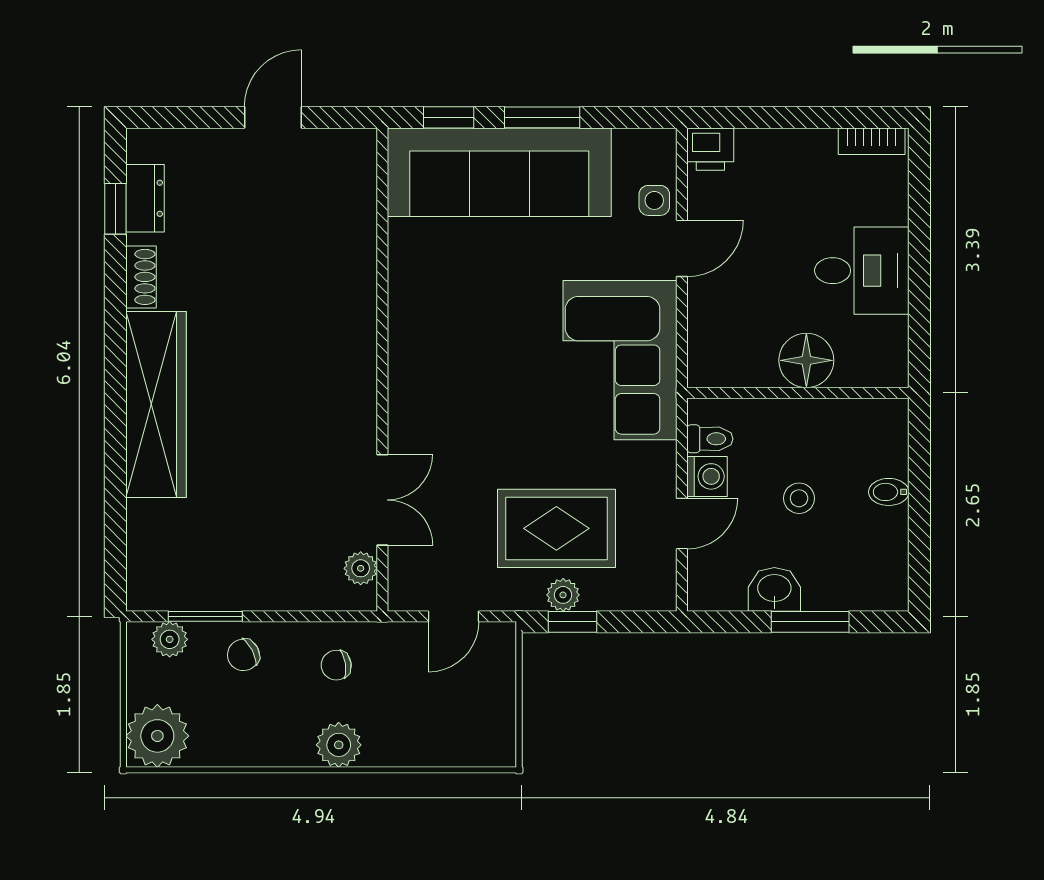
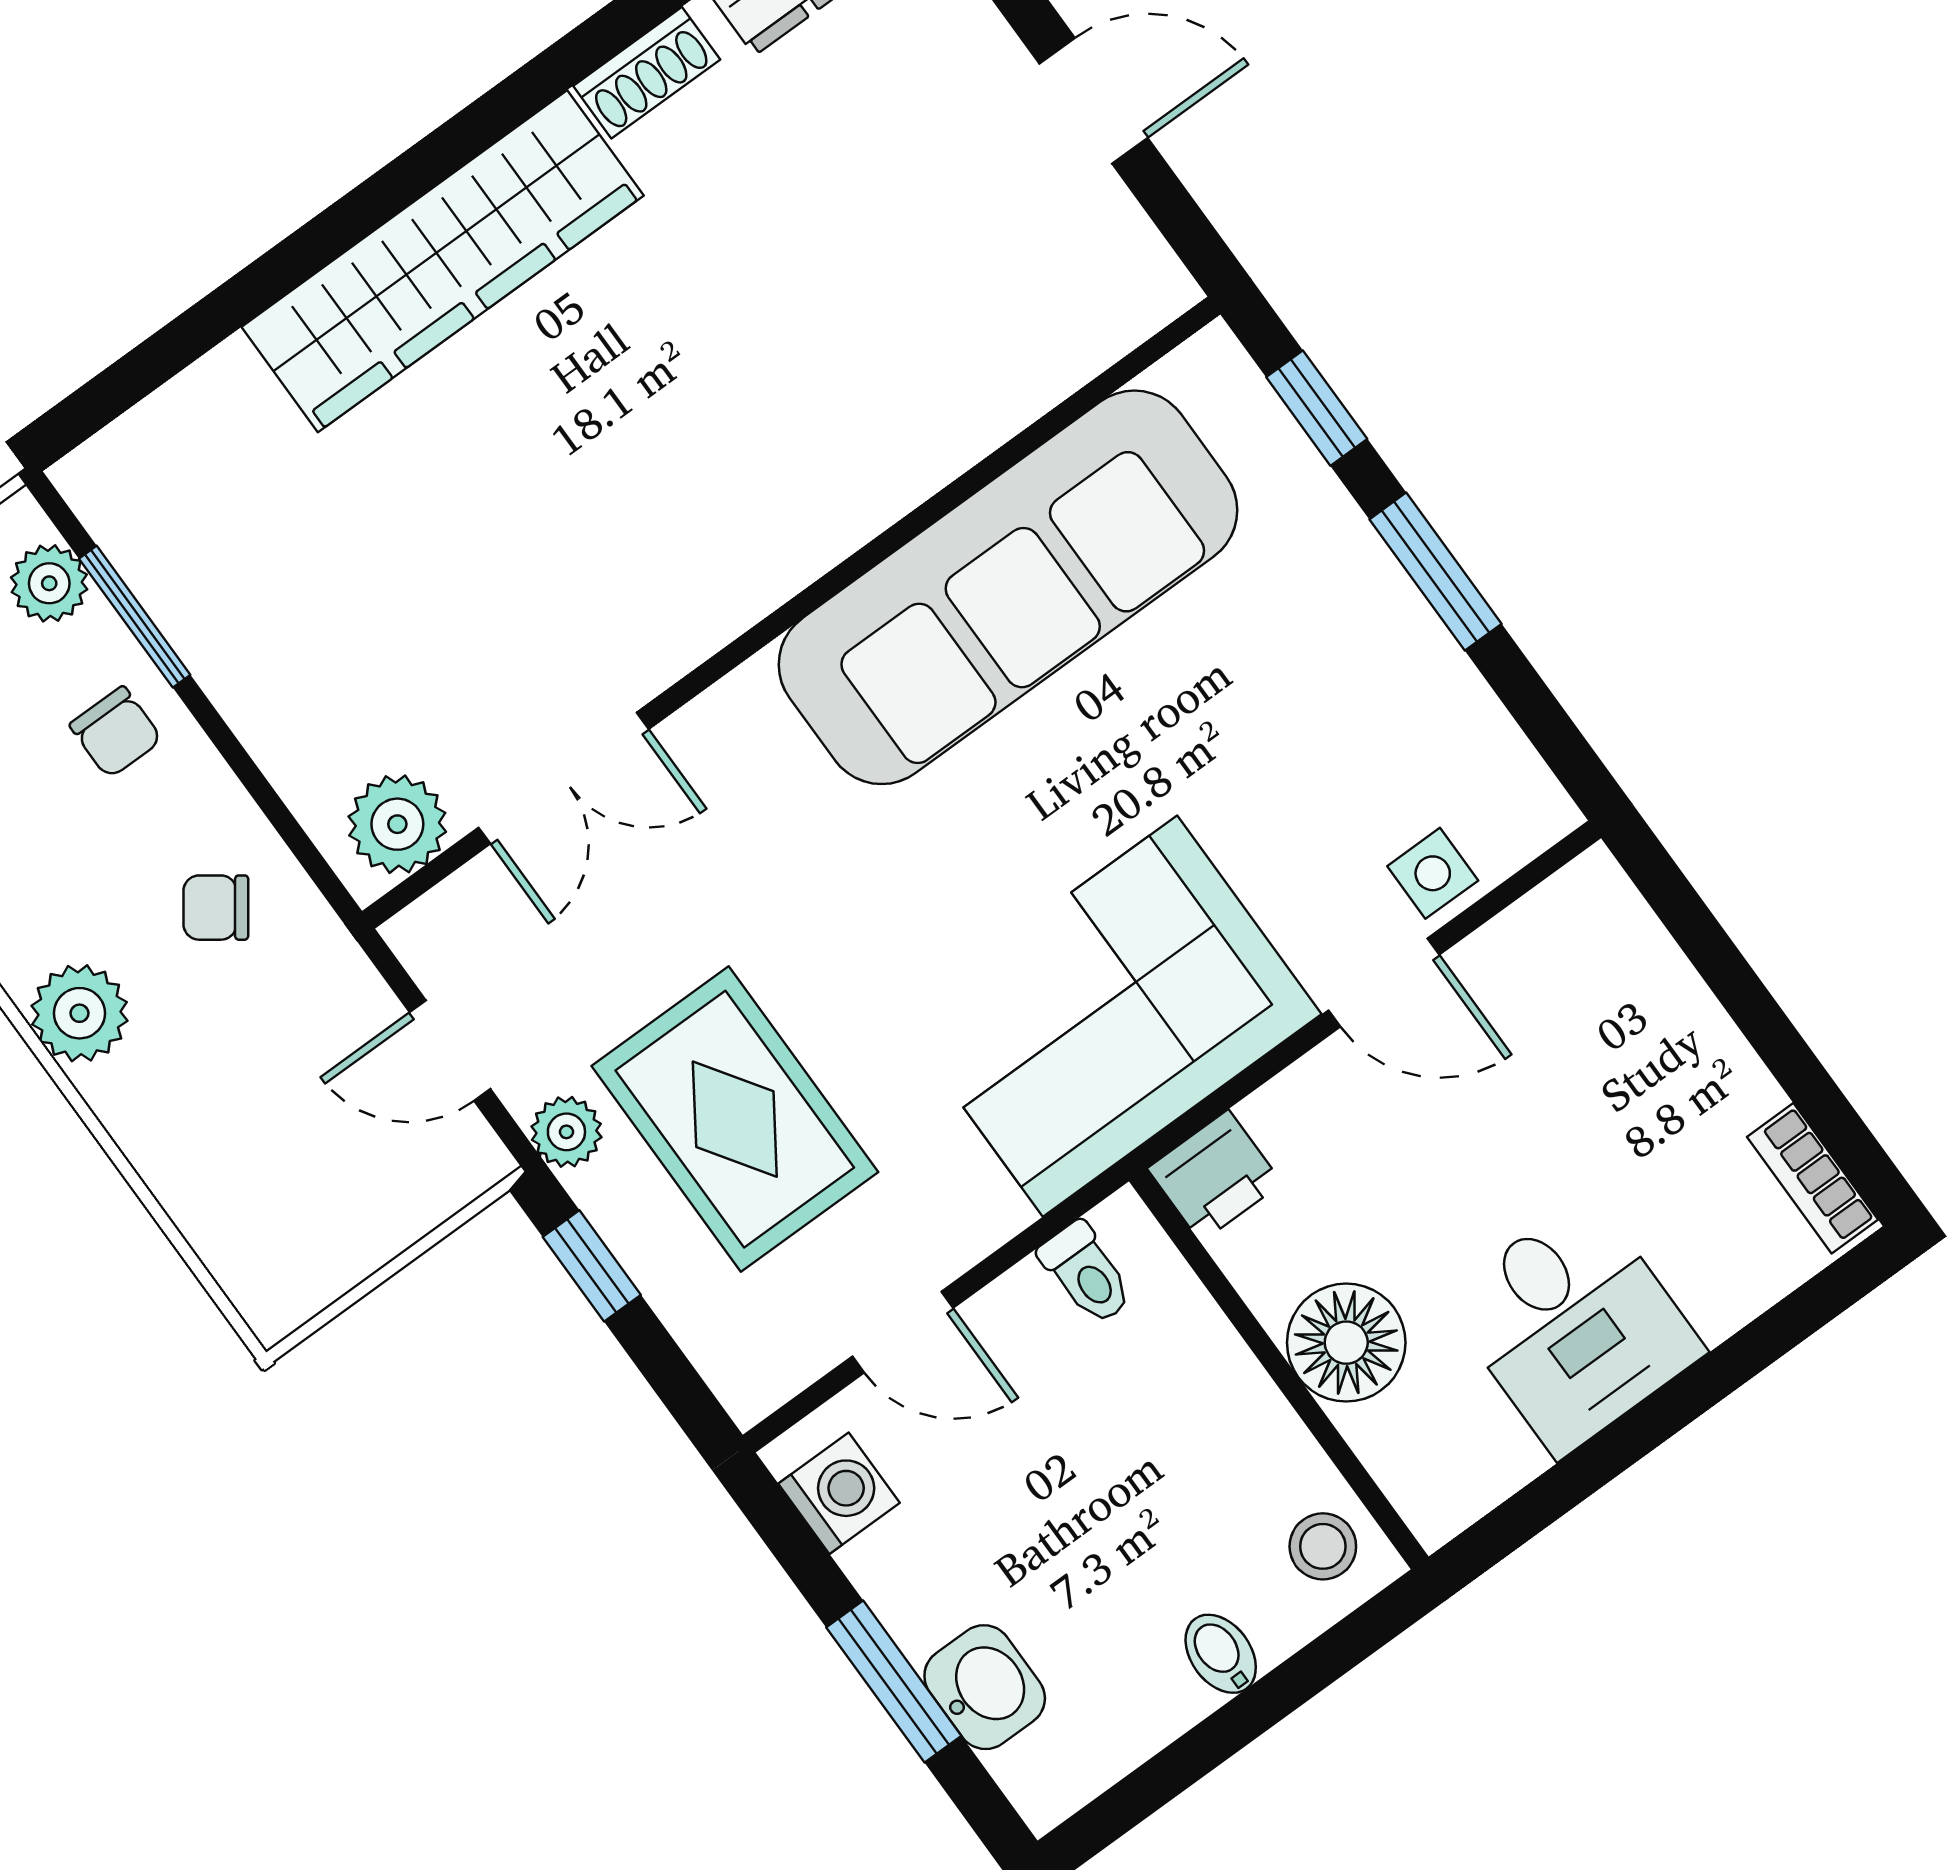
printer: (710, 149) -> (1215, 1176), moved, turned -90
sofa: (499, 172) -> (1008, 587), moved, turned -90
washing machine: (707, 476) -> (839, 1493), moved, turned -90
stool: (799, 498) -> (1323, 1546), moved
plant: (361, 568) -> (397, 824), width x1.38, depth x1.38
washbasin: (774, 589) -> (985, 1687), moved
plant: (563, 595) -> (566, 1132), moved
chair: (243, 655) -> (116, 732), turned -152
chair: (336, 665) -> (216, 908), turned -45

